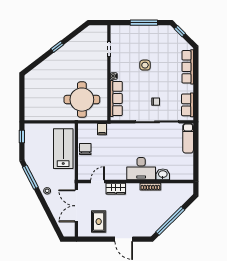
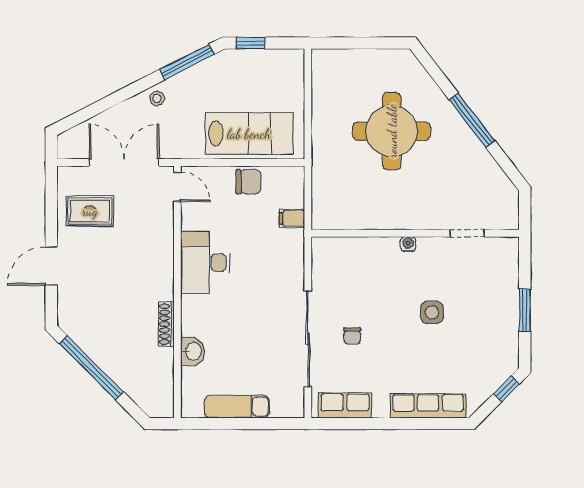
window: (144, 23) -> (525, 310), width x0.69
window: (57, 47) -> (472, 120), width x2.17
row of seats: (116, 98) -> (359, 249), removed
round table: (82, 100) -> (392, 131), moved
window: (22, 136) -> (251, 43), moved
exam couch: (188, 138) -> (237, 407), moved
desk: (141, 169) -> (205, 263), moved
door: (98, 181) -> (177, 187), moved
wardrobe: (116, 189) -> (162, 249), removed

